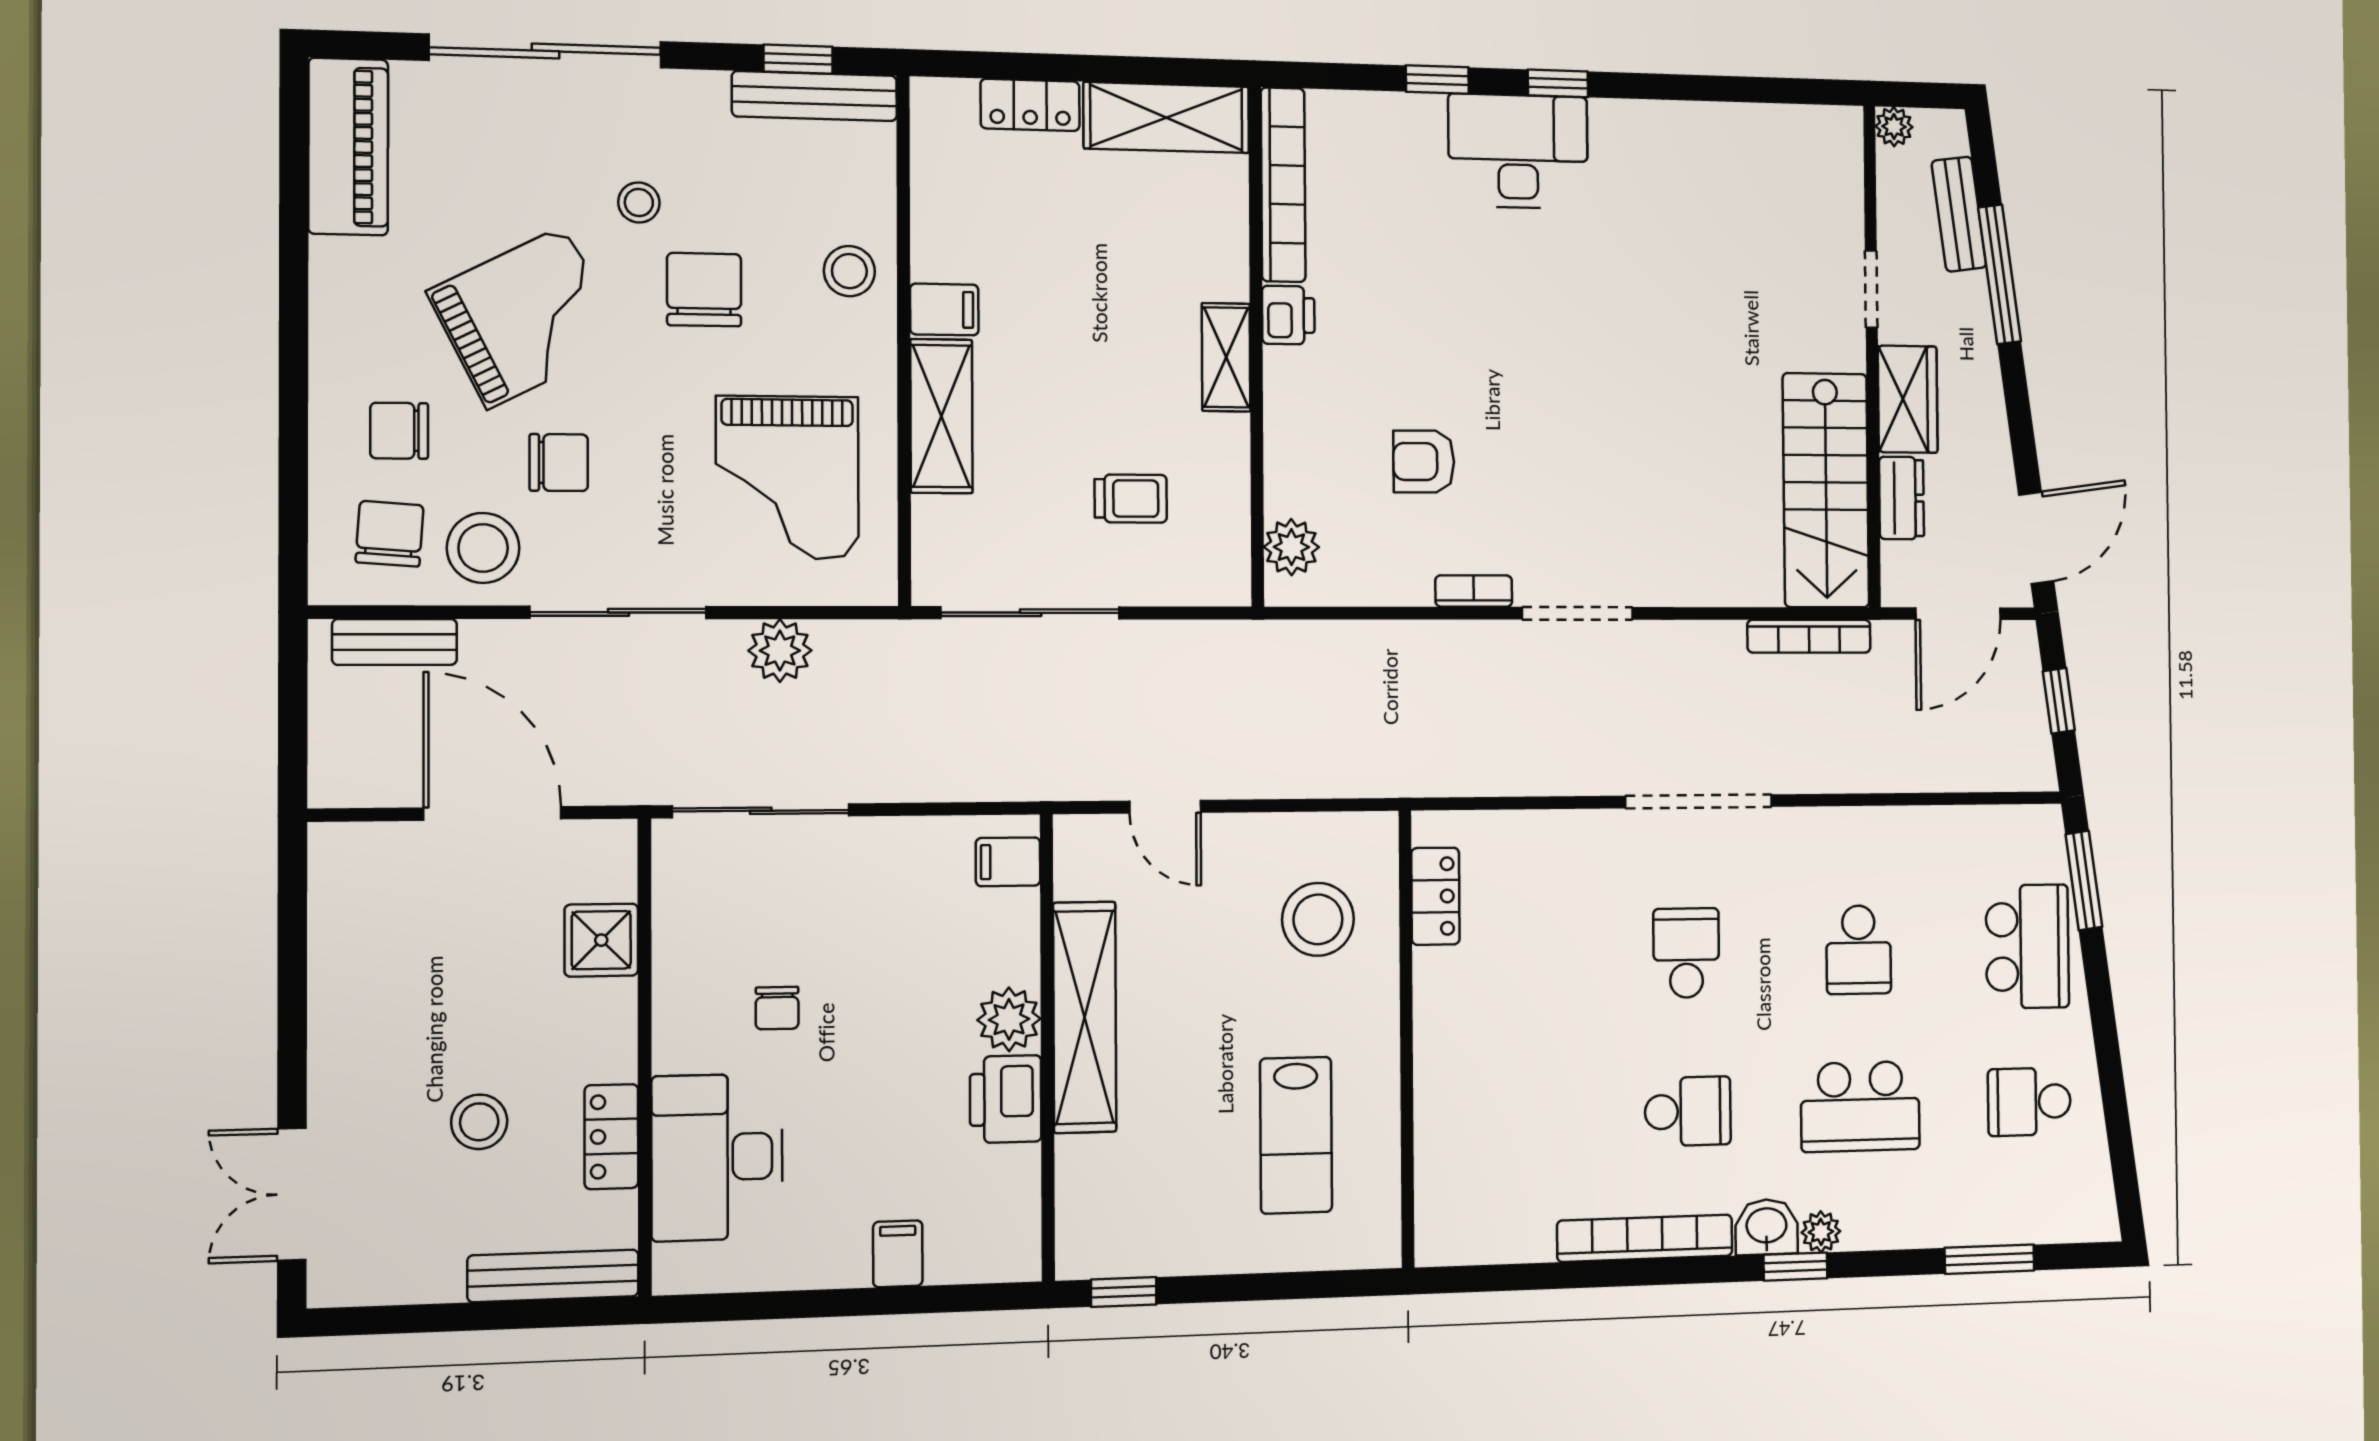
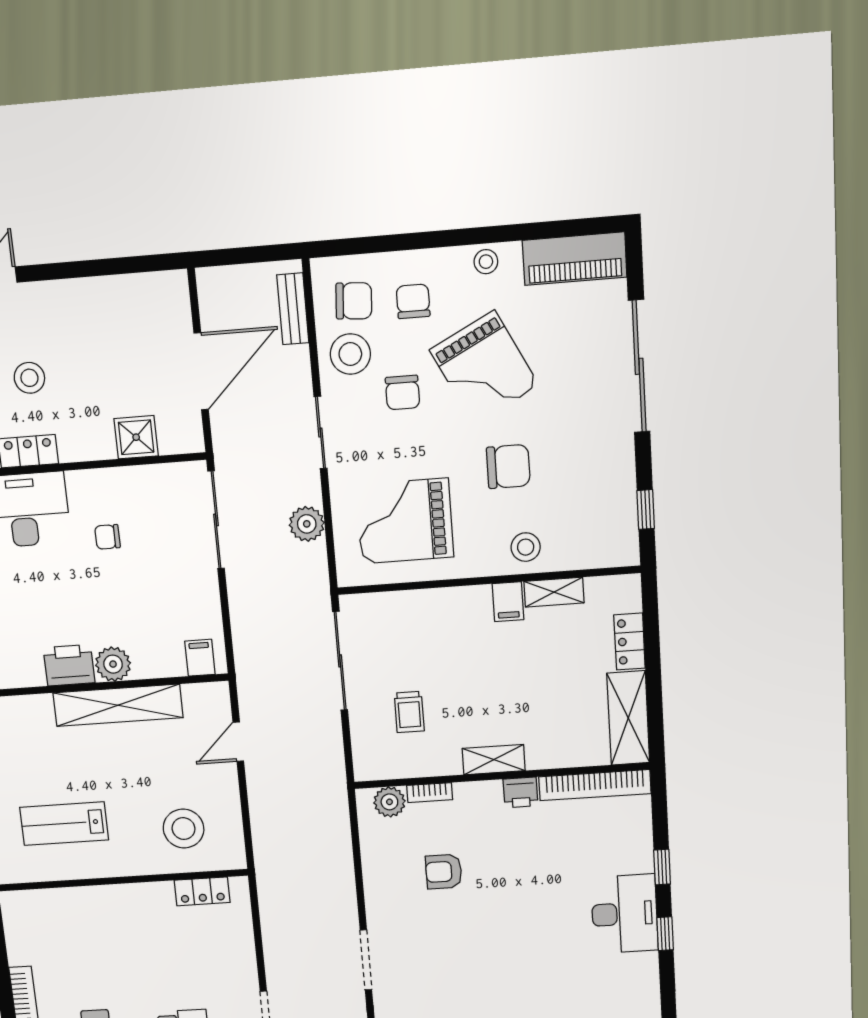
bench: (815, 96) -> (625, 520), removed
stool: (639, 203) -> (486, 262), moved
shelving: (941, 416) -> (554, 592), moved, width x0.67, depth x0.75
armchair: (1424, 462) -> (444, 872), turned -90
bookcase: (1474, 591) -> (430, 793), moved, turned 90
sliding door: (618, 612) -> (320, 433), width x0.73

